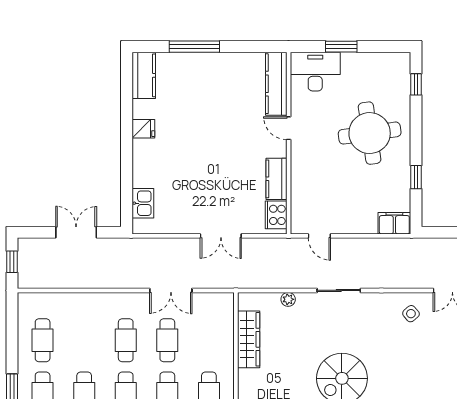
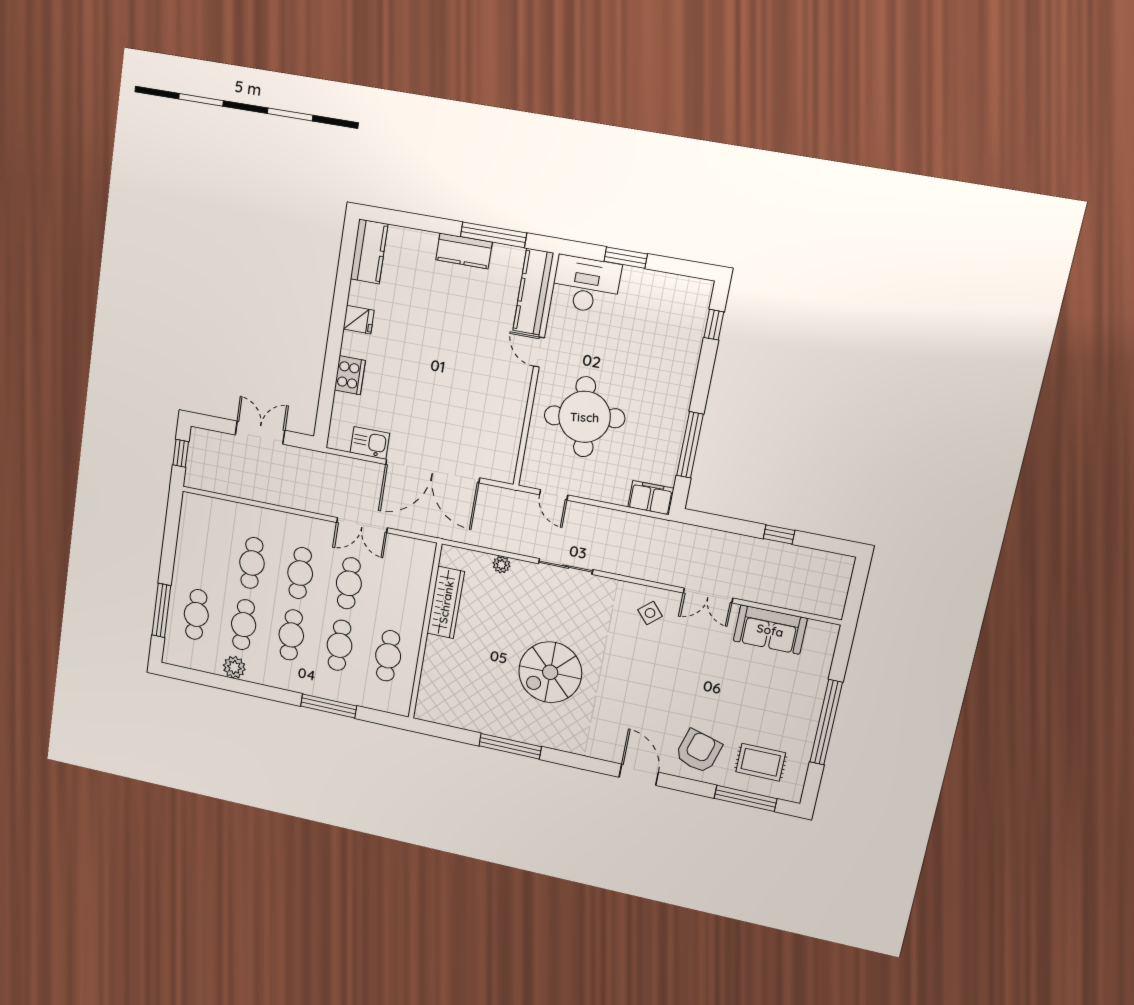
window: (194, 47) -> (494, 235), moved
round table: (370, 133) -> (585, 417), moved
window: (416, 177) -> (690, 445), width x2.17
kitchen counter: (276, 179) -> (464, 251), moved, turned -90
kitchen sink: (143, 203) -> (370, 443), moved, turned -90
cooker: (276, 215) -> (350, 375), moved, turned 180
double door: (221, 236) -> (432, 471), width x1.87
cafe table: (43, 340) -> (252, 563), moved

